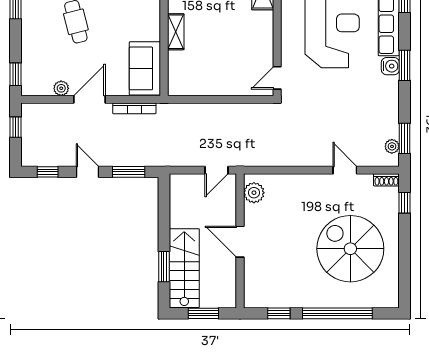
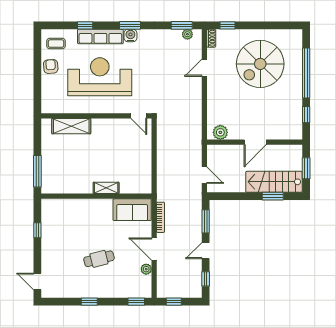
door: (217, 170) -> (204, 175), moved

